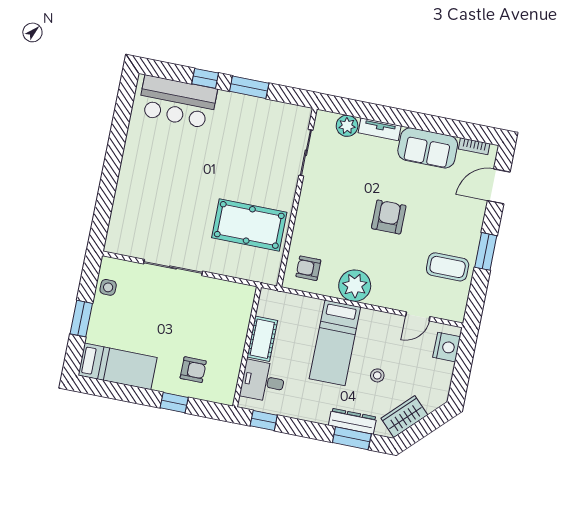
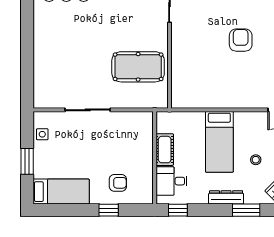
armchair: (308, 268) -> (188, 90), removed
plant: (355, 286) -> (226, 96), removed
dresser: (353, 421) -> (226, 197), moved

